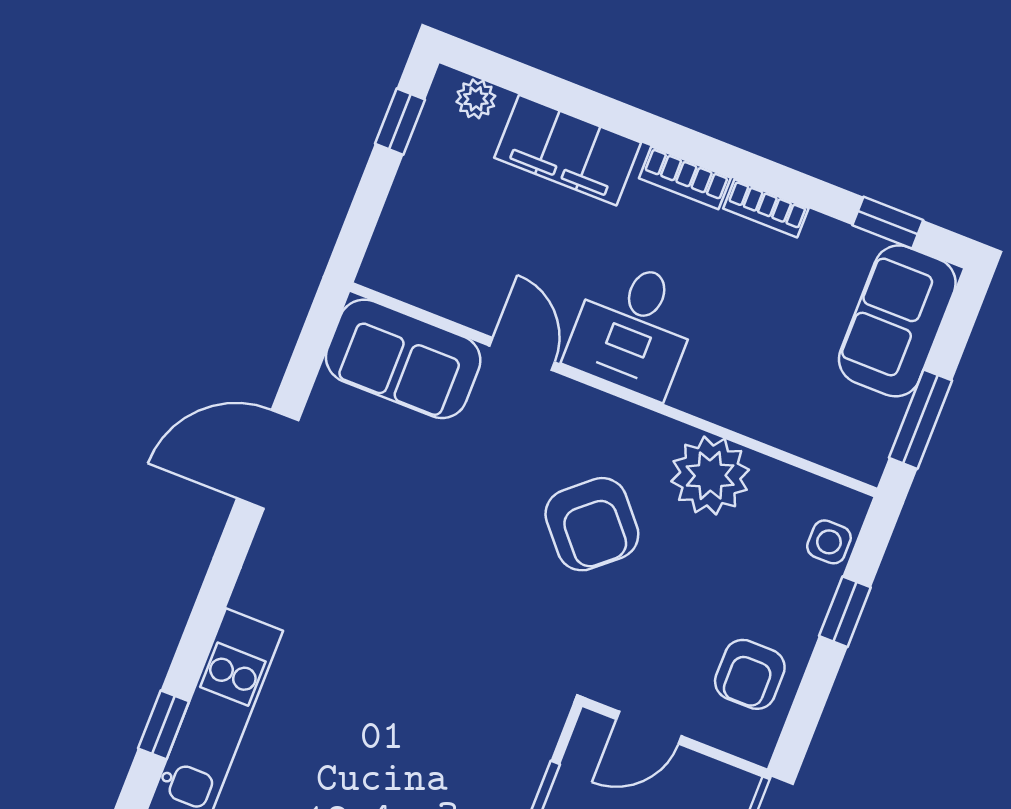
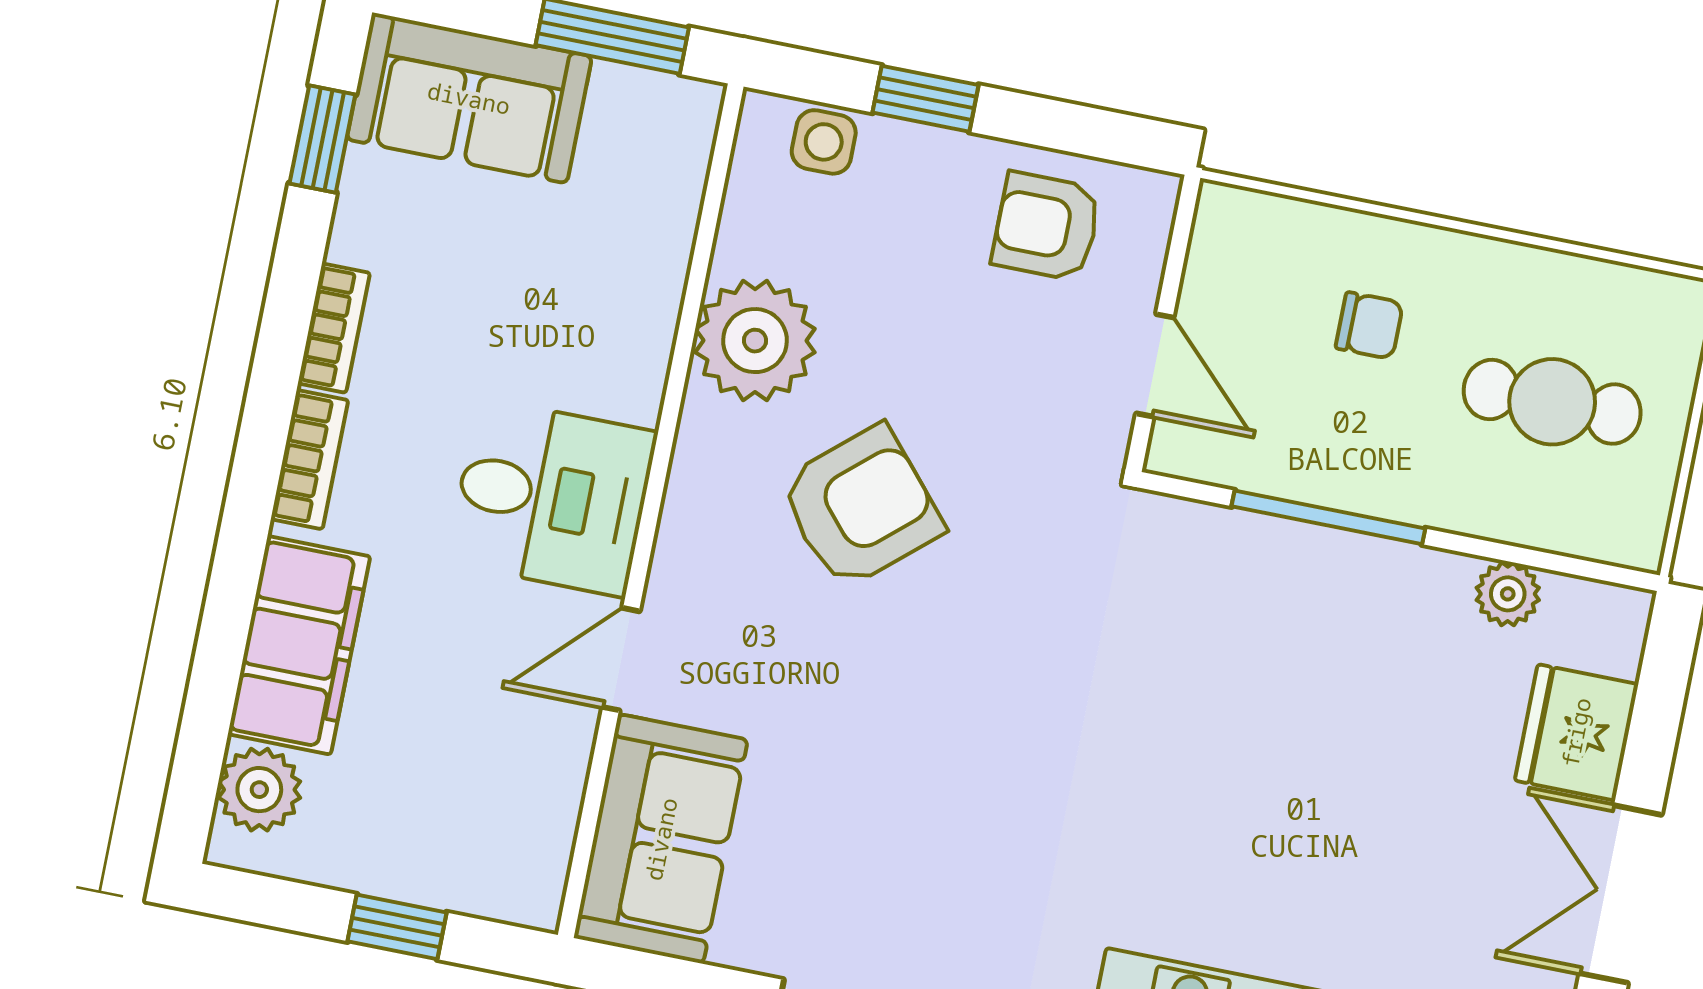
plant: (476, 99) -> (259, 790), width x1.38, depth x1.38
window: (400, 122) -> (397, 927), moved
armchair: (750, 674) -> (1046, 226), turned 180

